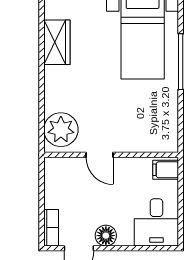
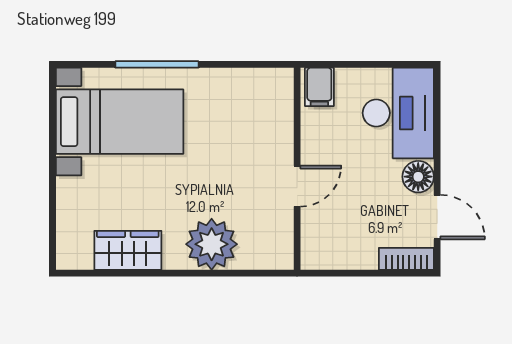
plant: (61, 130) -> (212, 244), moved
desk: (156, 222) -> (398, 113), width x1.37

